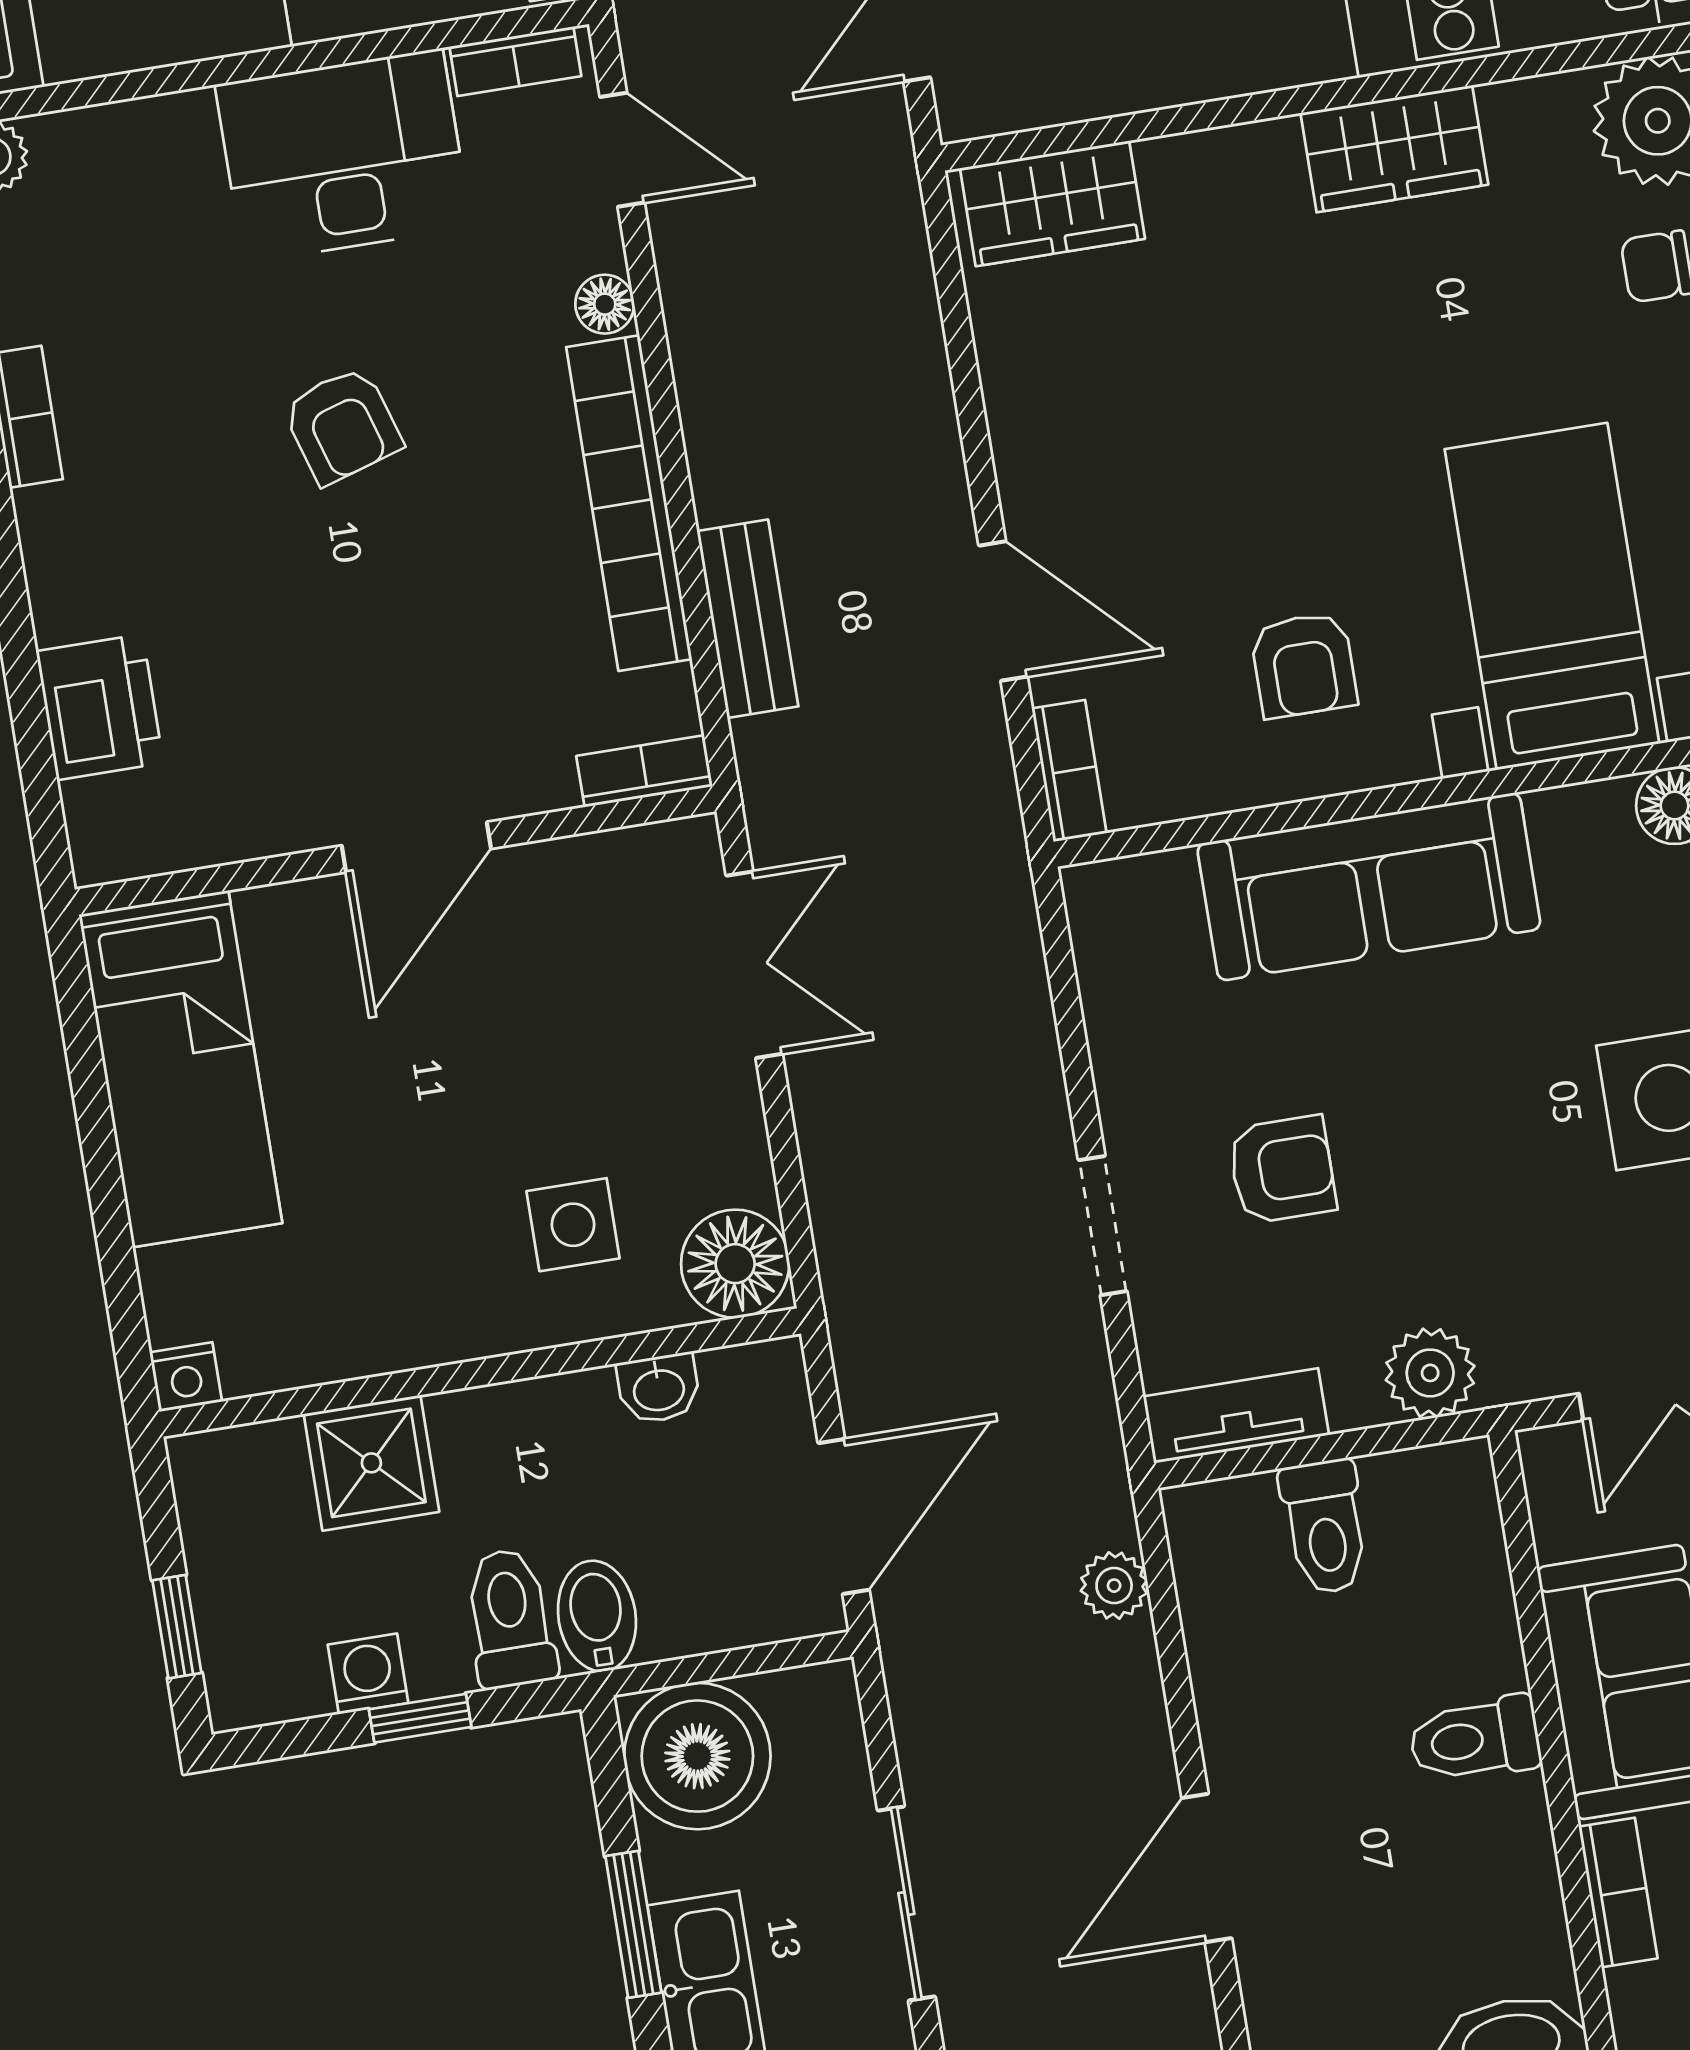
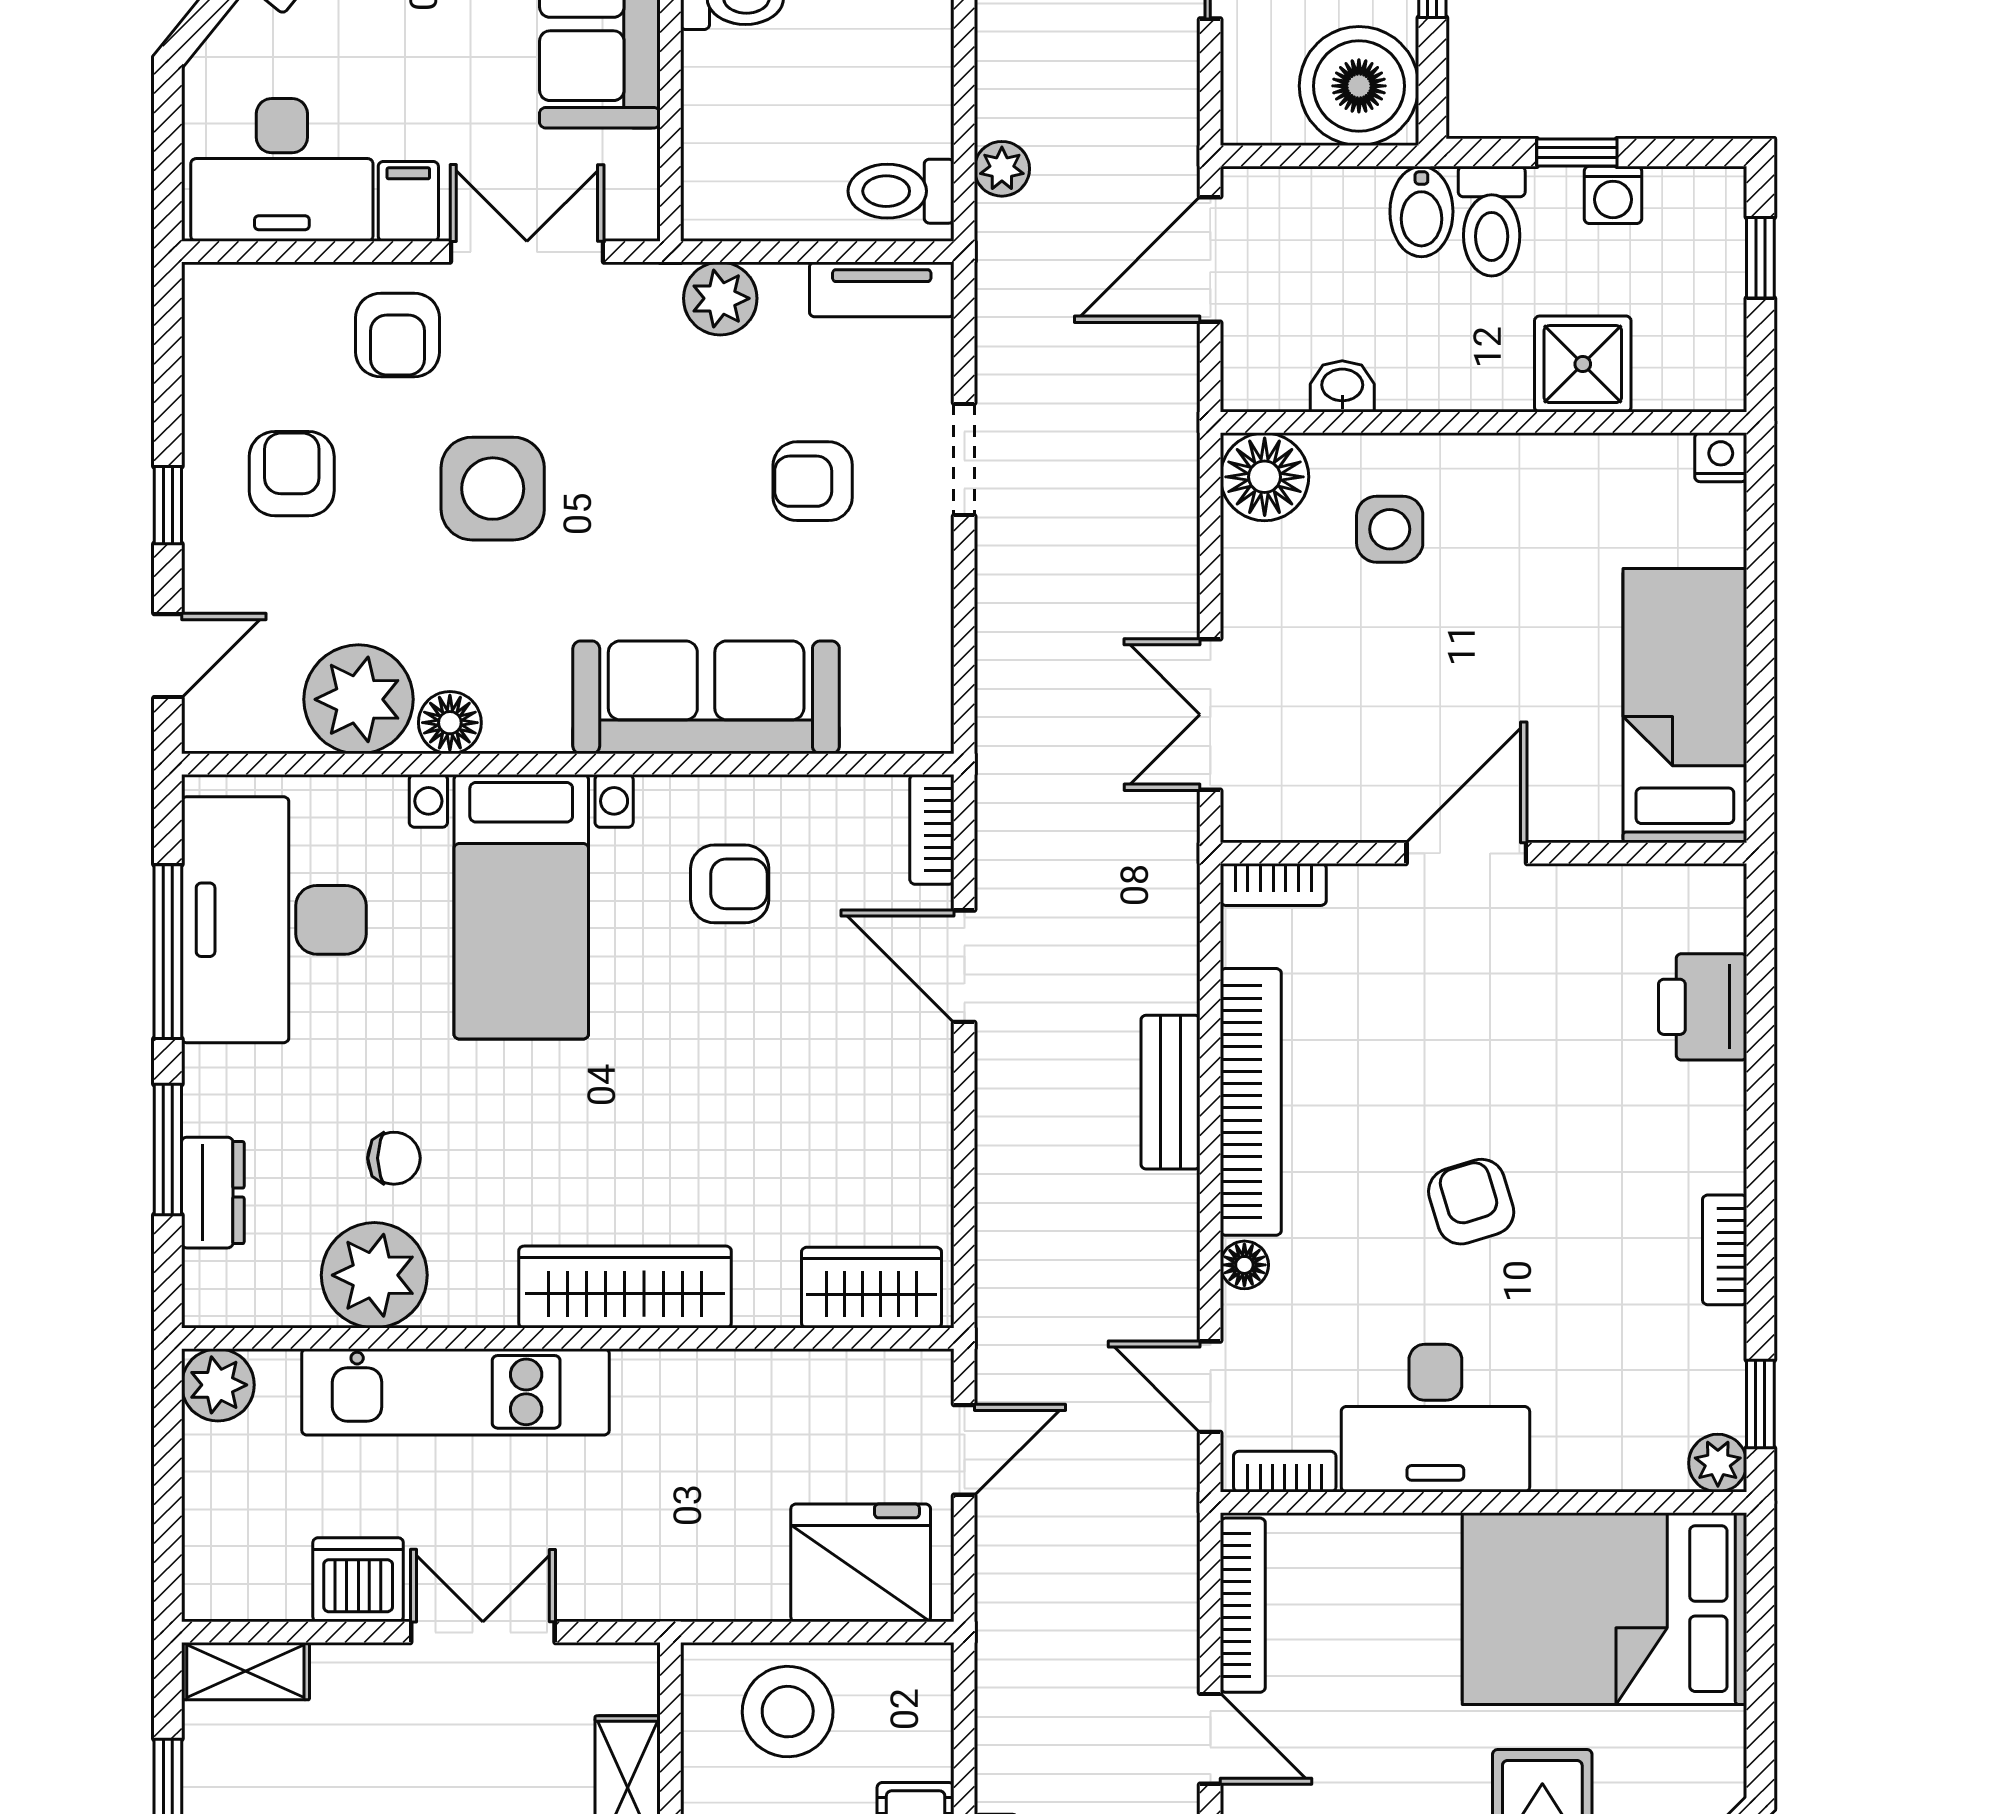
wardrobe: (1394, 149) -> (625, 1287), width x1.50
bench: (748, 619) -> (1171, 1092), moved
armchair: (1304, 665) -> (730, 884), turned 90
toilet: (1325, 1527) -> (901, 191), moved, turned -90

